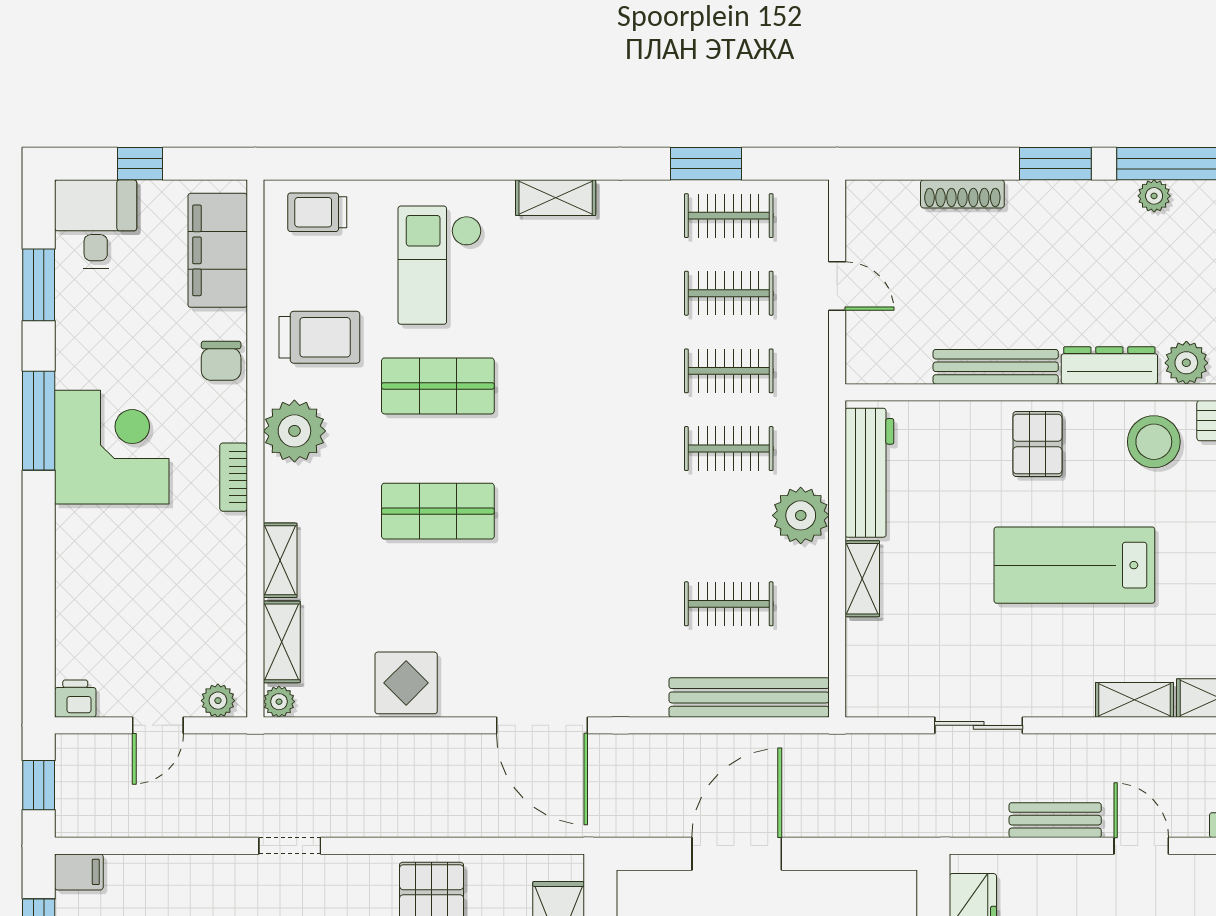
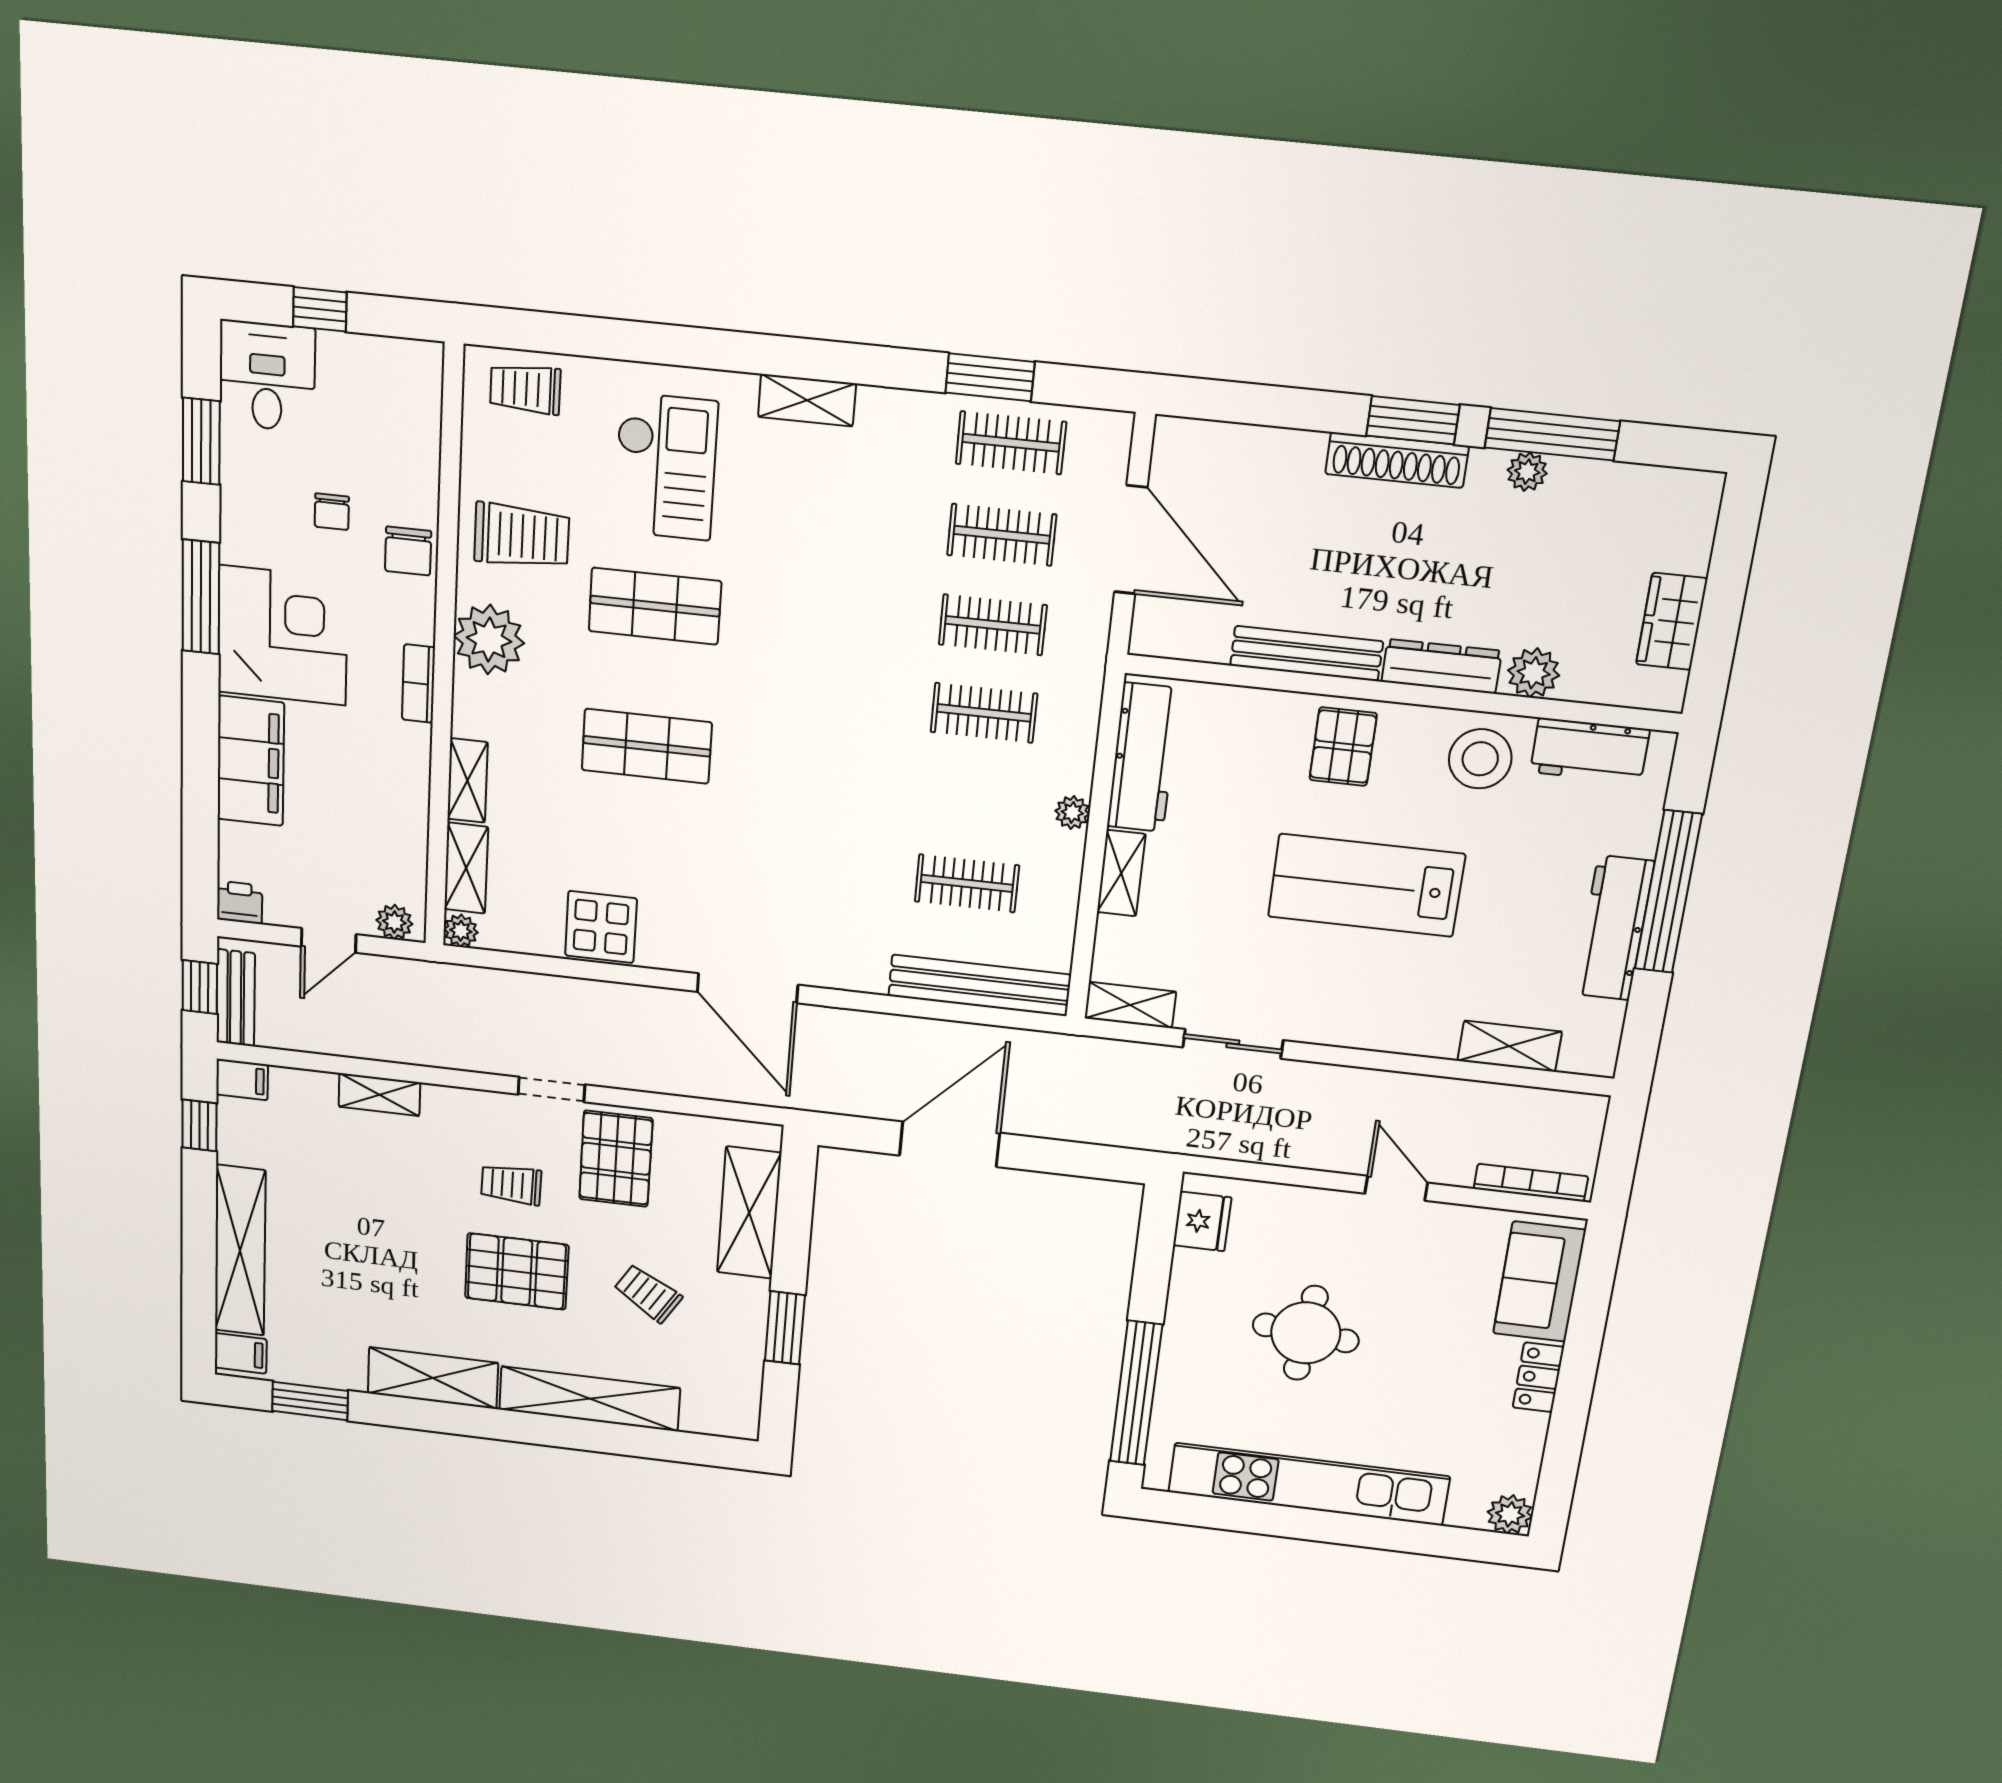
shoe rack: (962, 194) -> (1397, 460), moved, width x1.36, depth x1.24
filing cabinet: (218, 250) -> (251, 761), moved, turned 180
checkout: (440, 265) -> (665, 467), turned 180
door: (837, 286) -> (1131, 540), width x1.87
chair: (153, 334) -> (332, 512), added
plant: (801, 515) -> (1072, 812), width x0.53, depth x0.53
shelving: (1134, 700) -> (1130, 1005), moved
bench: (1055, 820) -> (236, 998), moved, turned 90
doorway: (290, 846) -> (551, 1090), moved
shelving: (208, 871) -> (379, 1095), added

